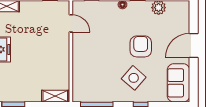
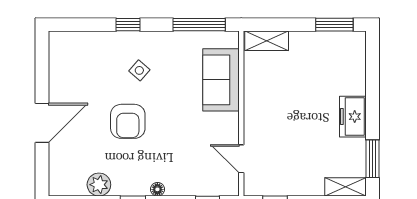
side table: (134, 78) -> (139, 70), width x0.54, depth x0.54
sofa: (179, 83) -> (221, 80), moved, turned 180

